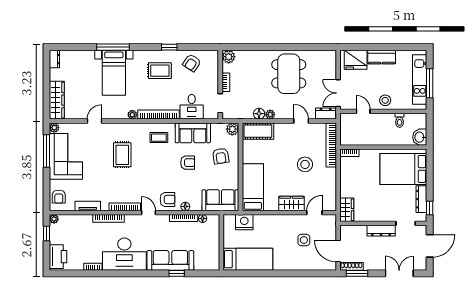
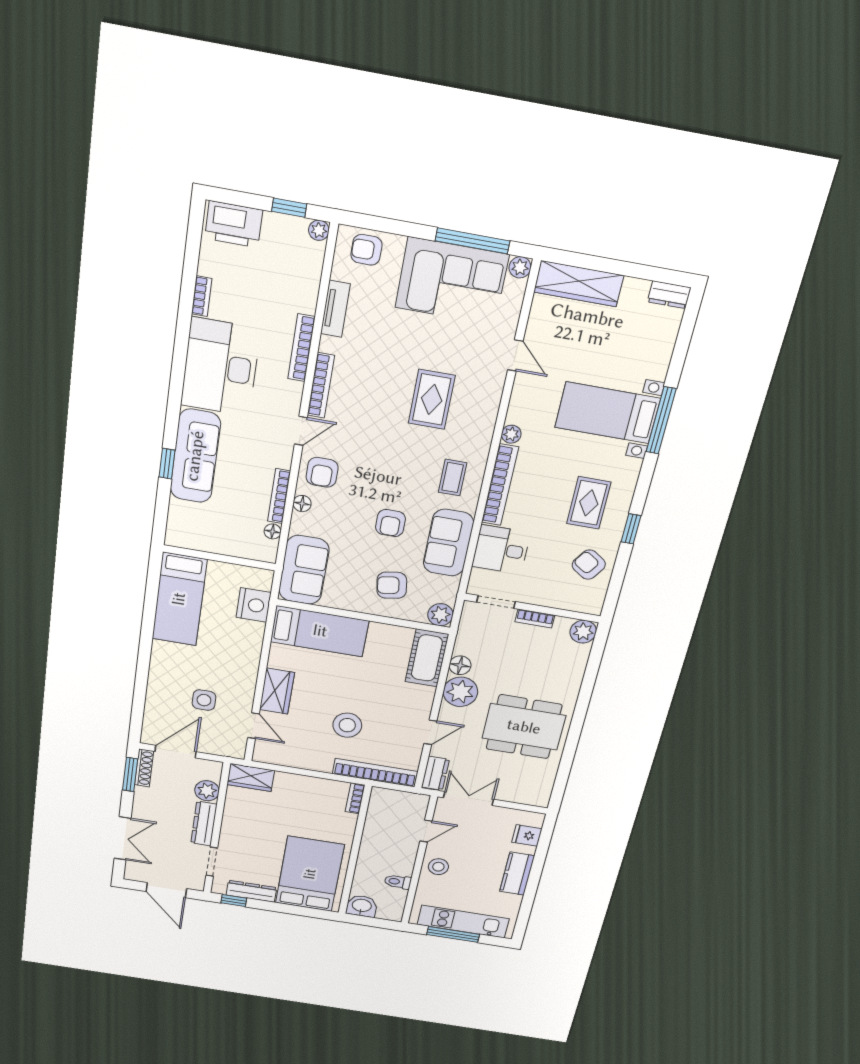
fridge: (356, 60) -> (527, 835), width x0.53, depth x0.75
plant: (270, 115) -> (460, 692), width x1.88, depth x1.88
rug: (122, 155) -> (432, 399), turned 90
plant: (360, 232) -> (207, 791), added

